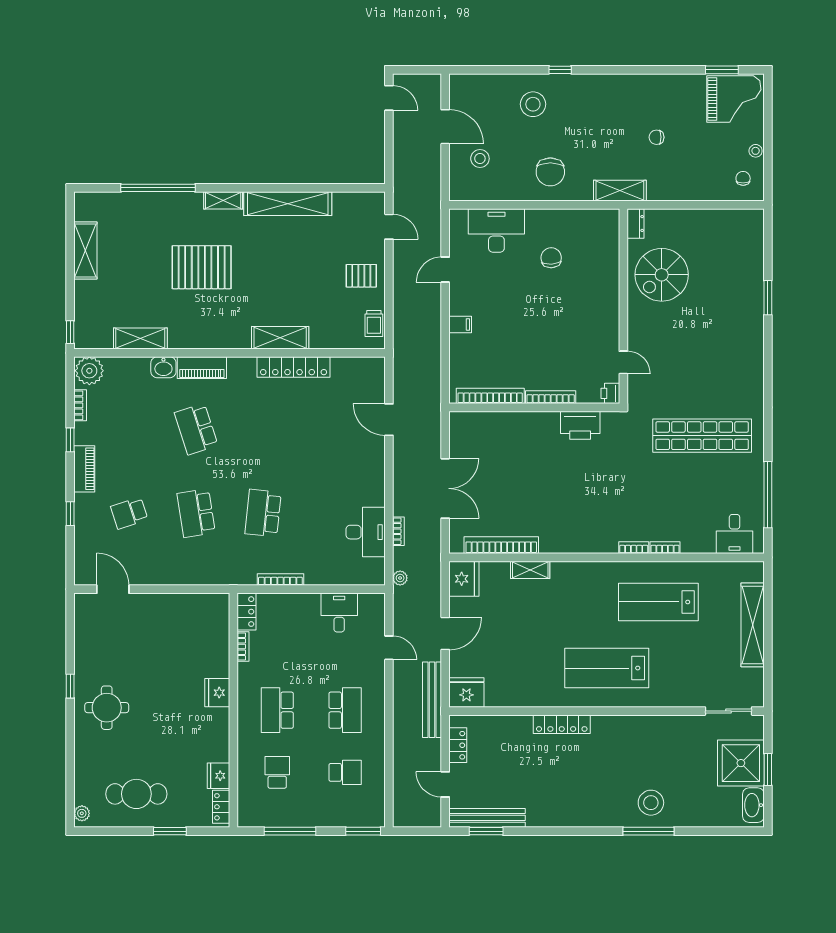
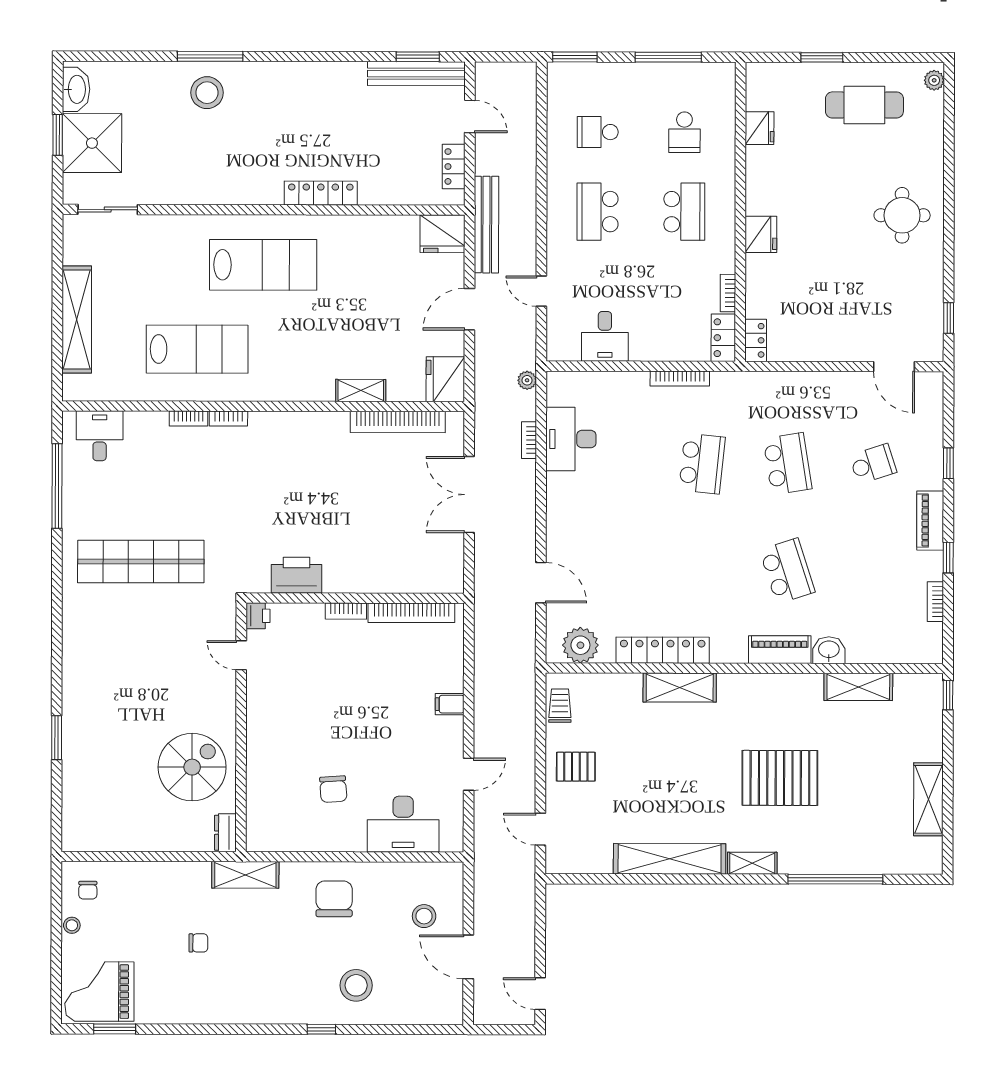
plant: (89, 371) -> (580, 645), moved
bookcase: (551, 397) -> (346, 611), width x0.64
window: (70, 686) -> (949, 318), moved
locker: (221, 807) -> (756, 340), moved

